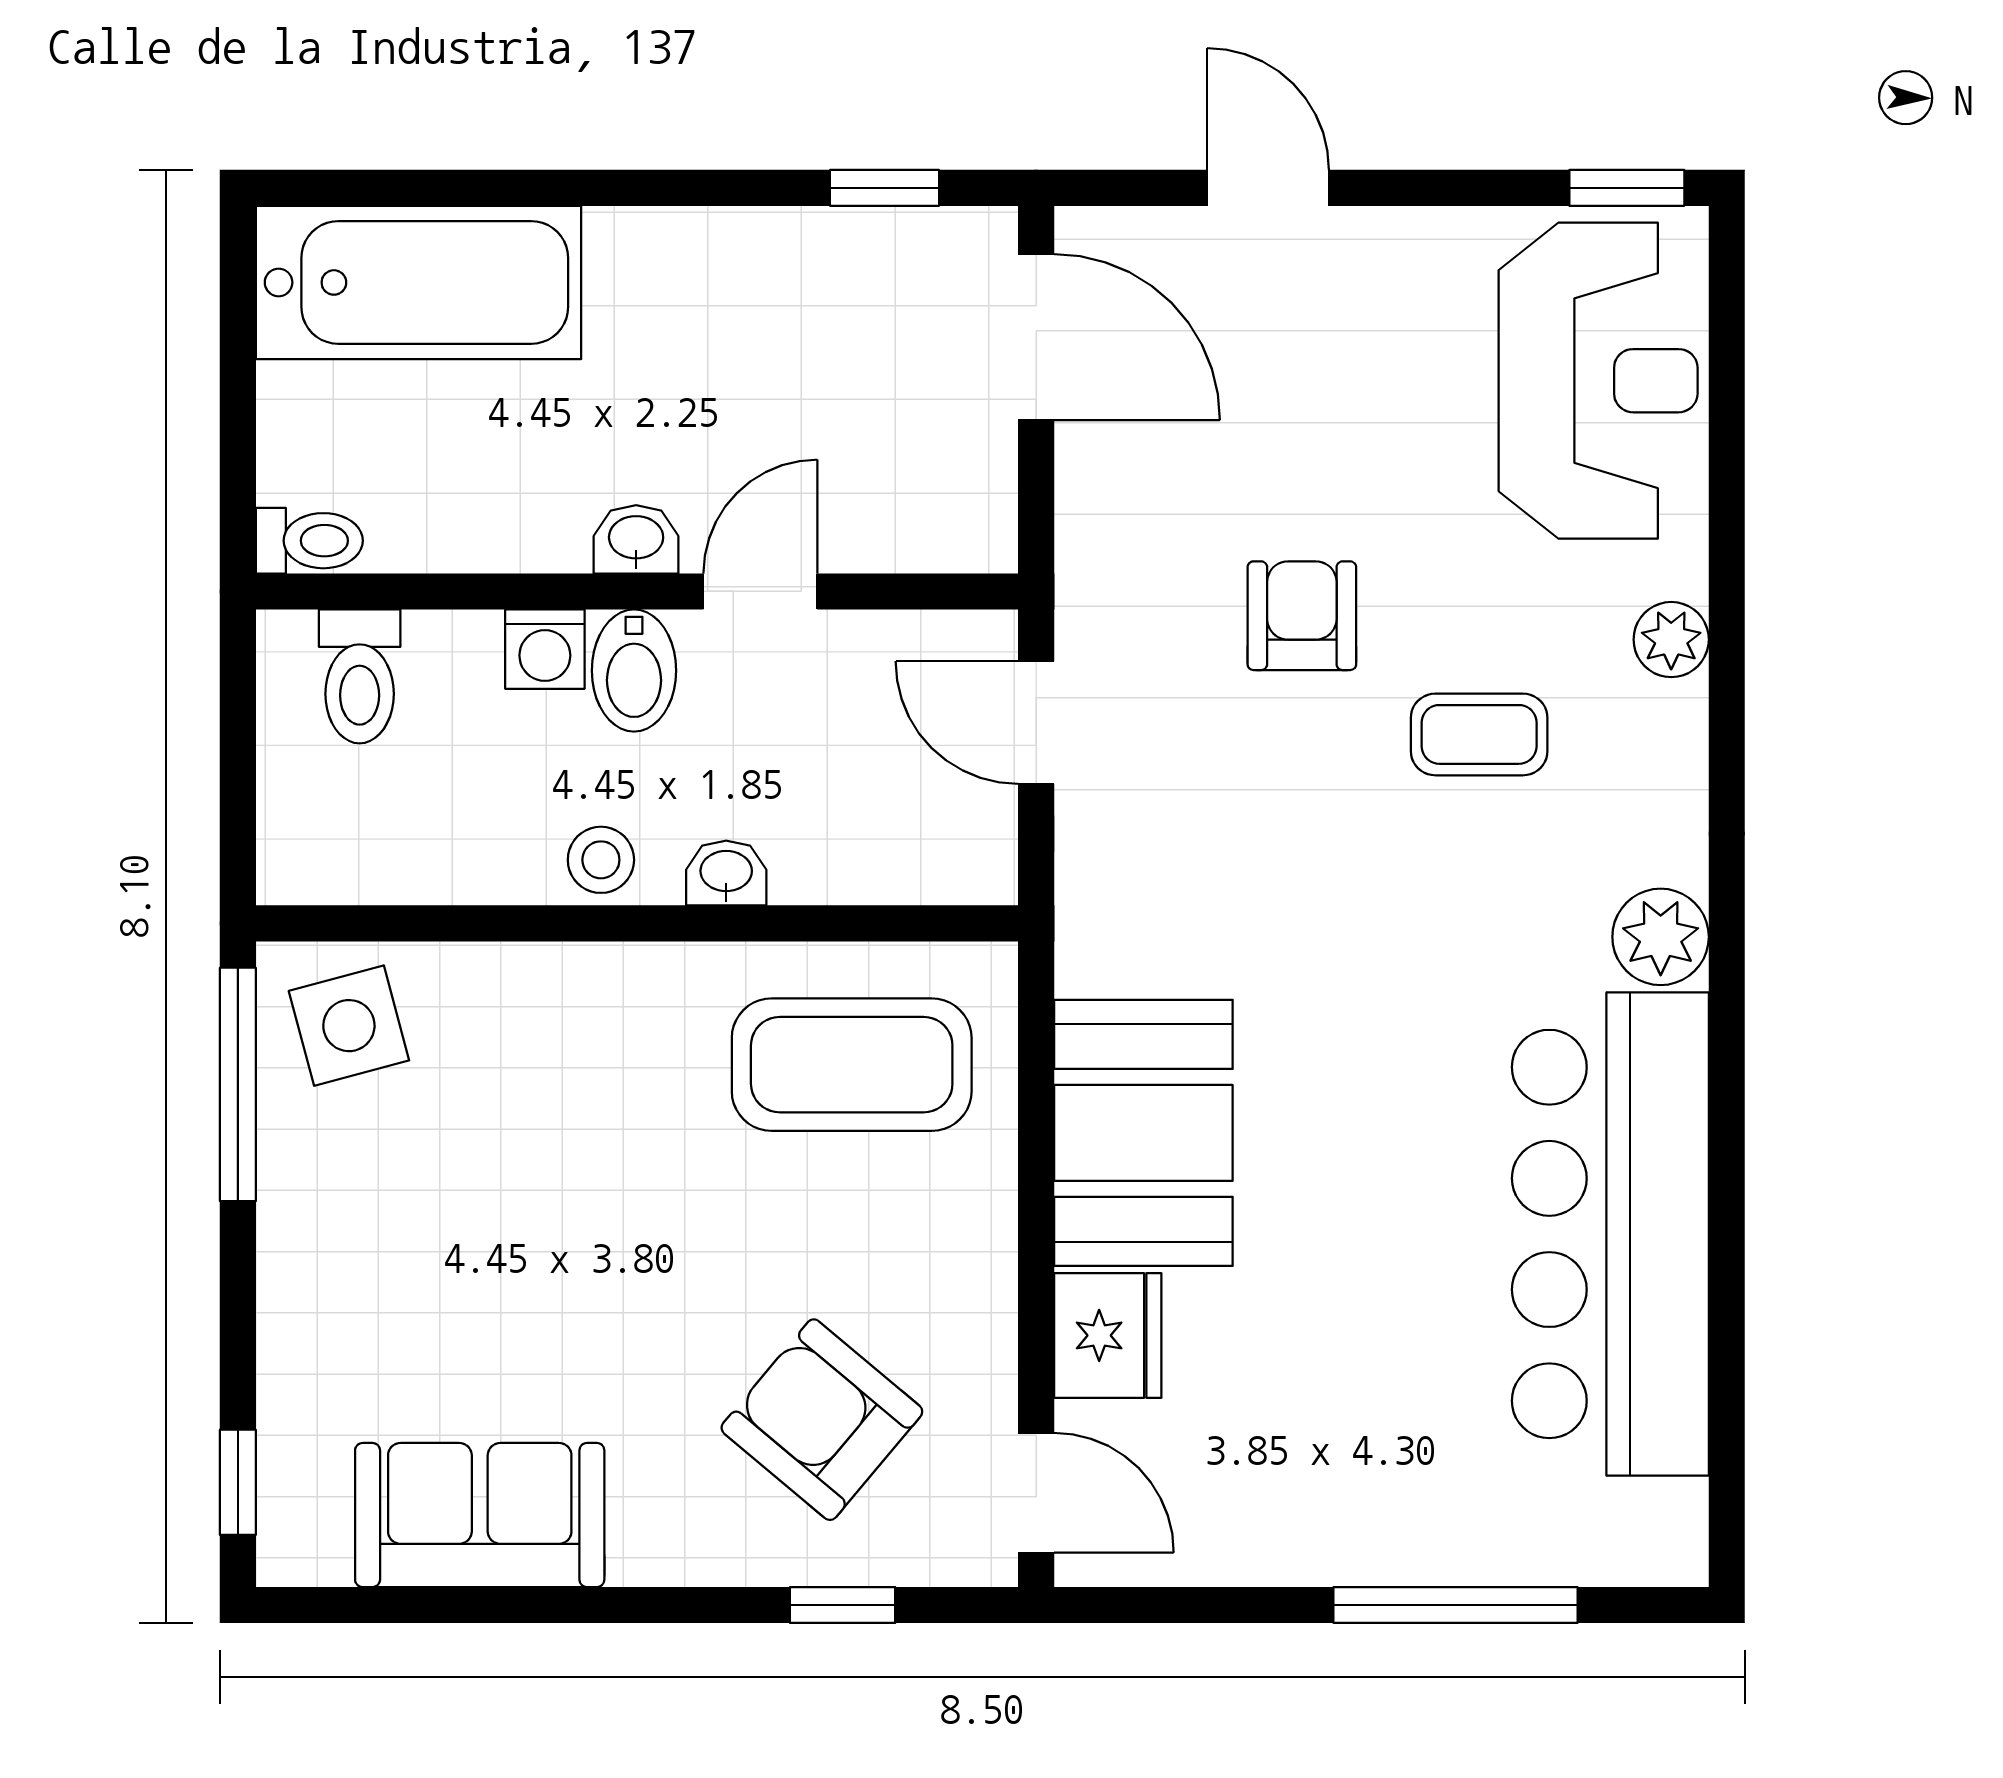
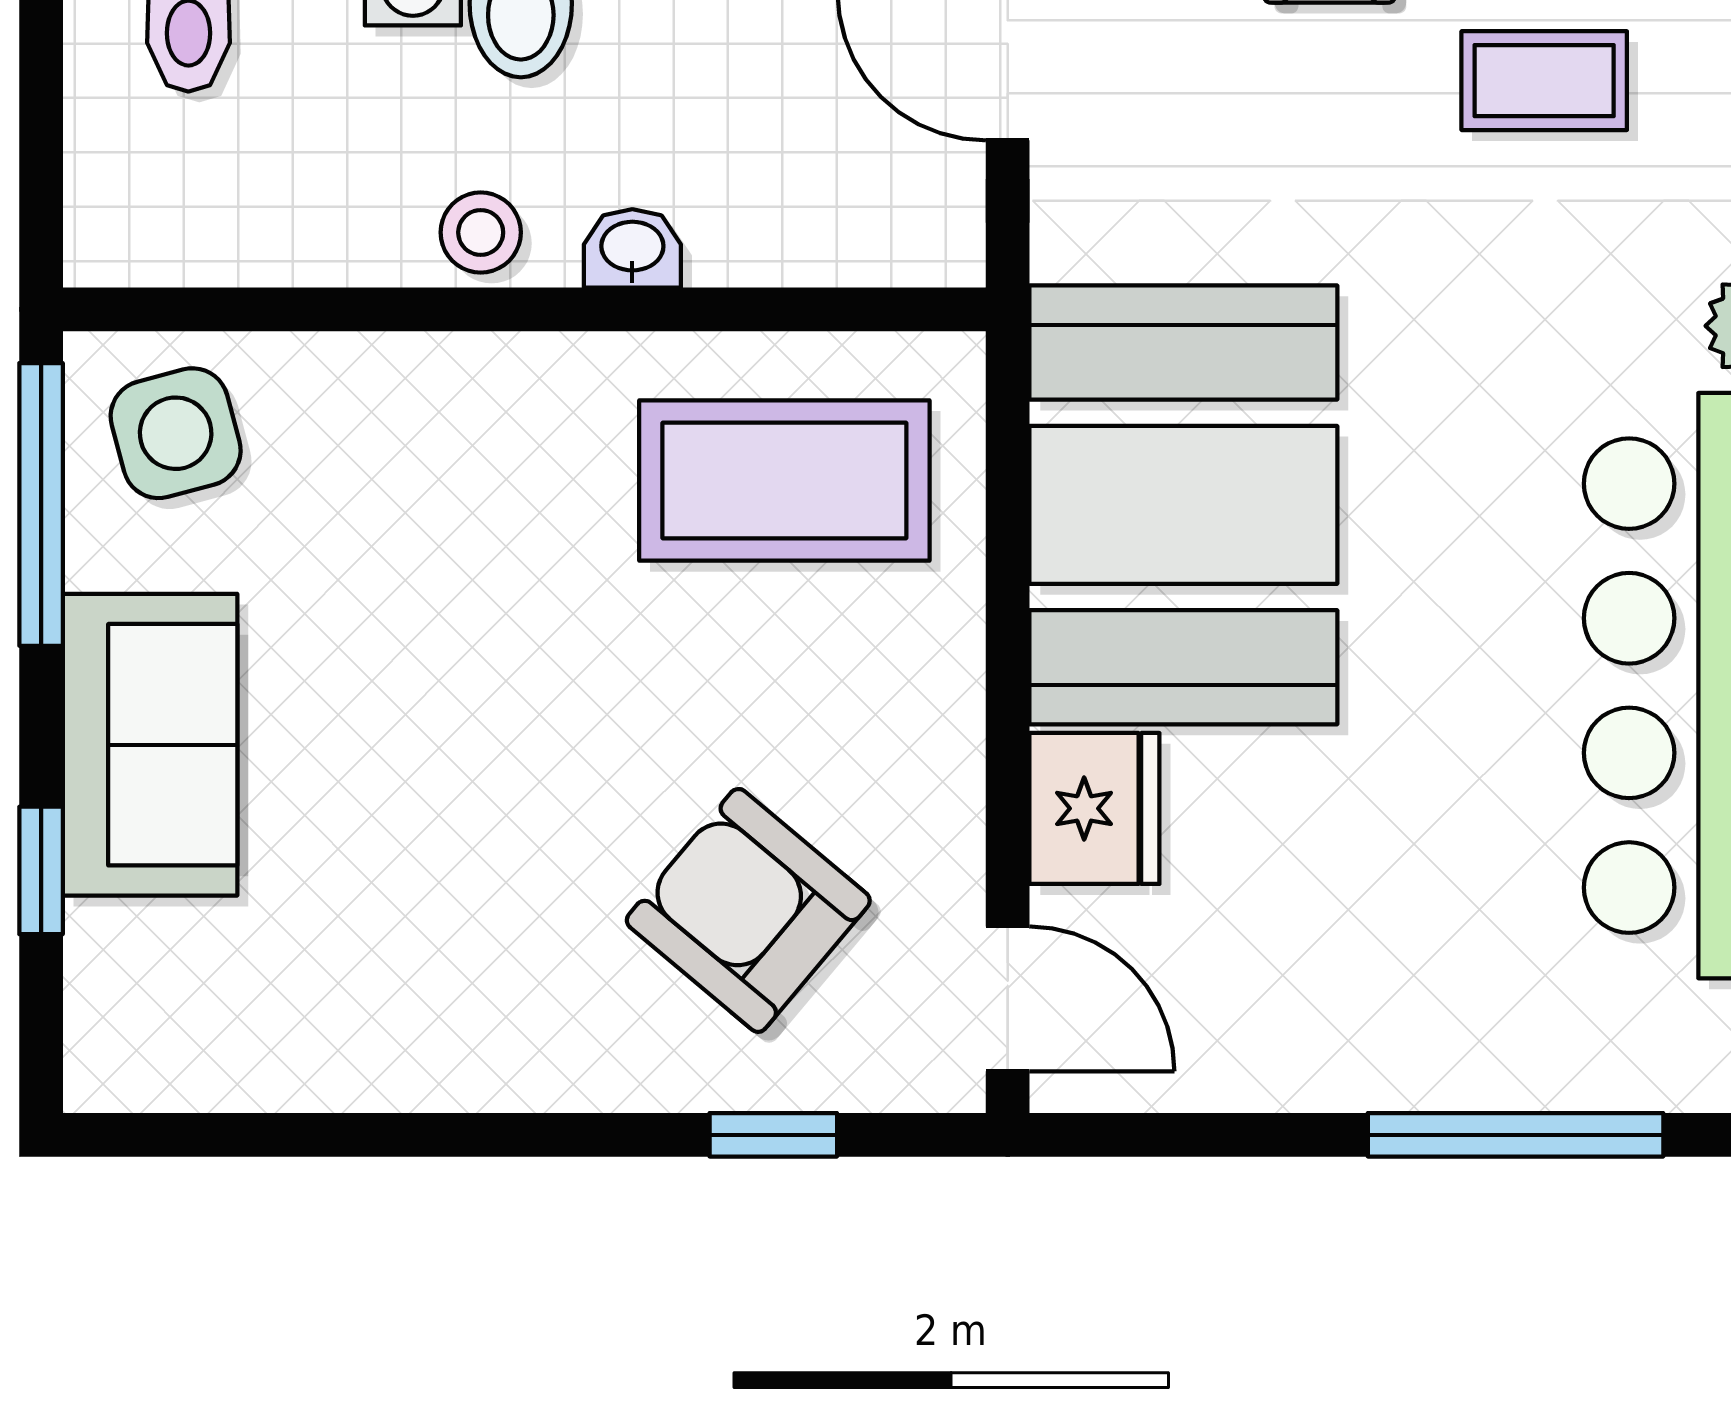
booth: (1143, 1133) -> (1183, 505), width x1.36, depth x1.42
window: (238, 1482) -> (41, 870), moved
sofa: (480, 1515) -> (150, 745), moved, turned 90

